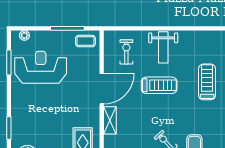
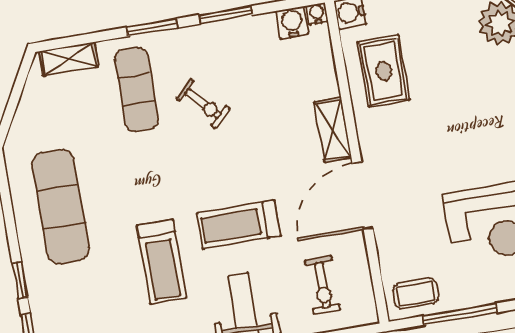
treadmill: (207, 82) -> (162, 262), moved

